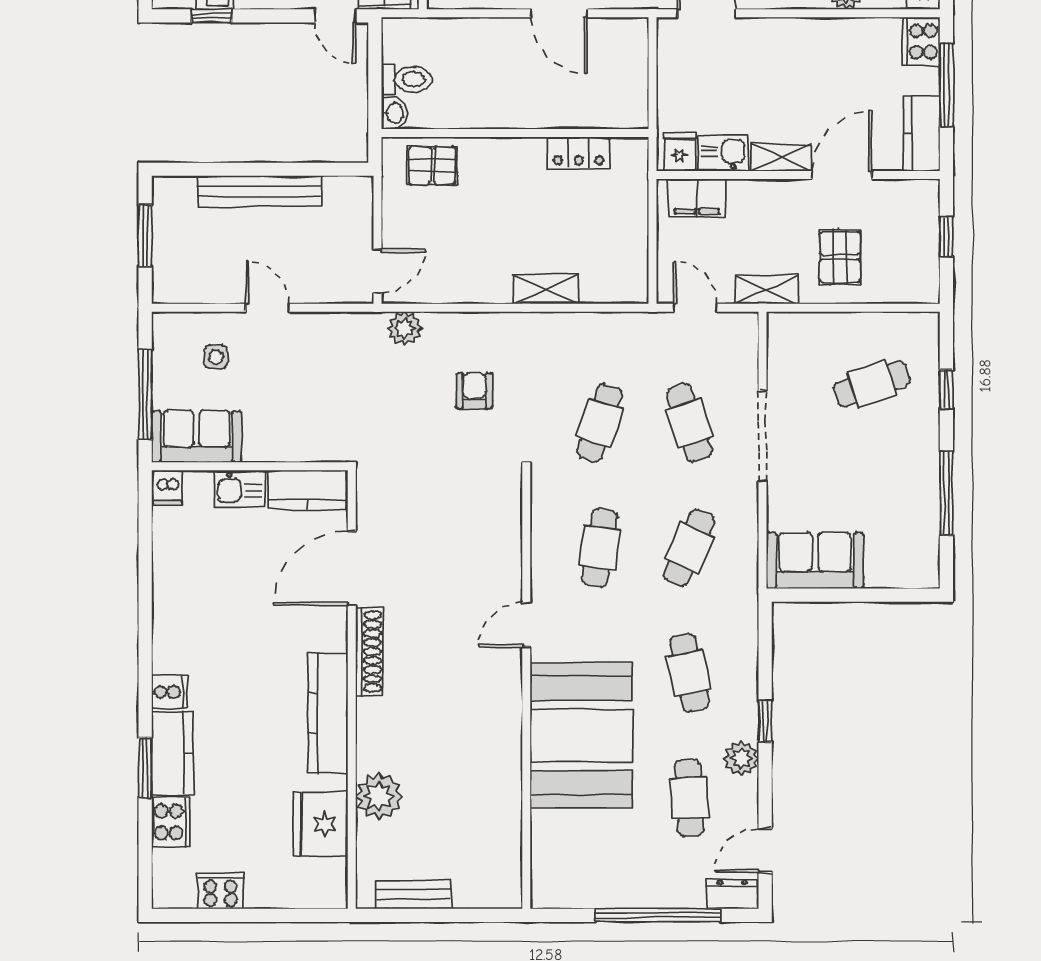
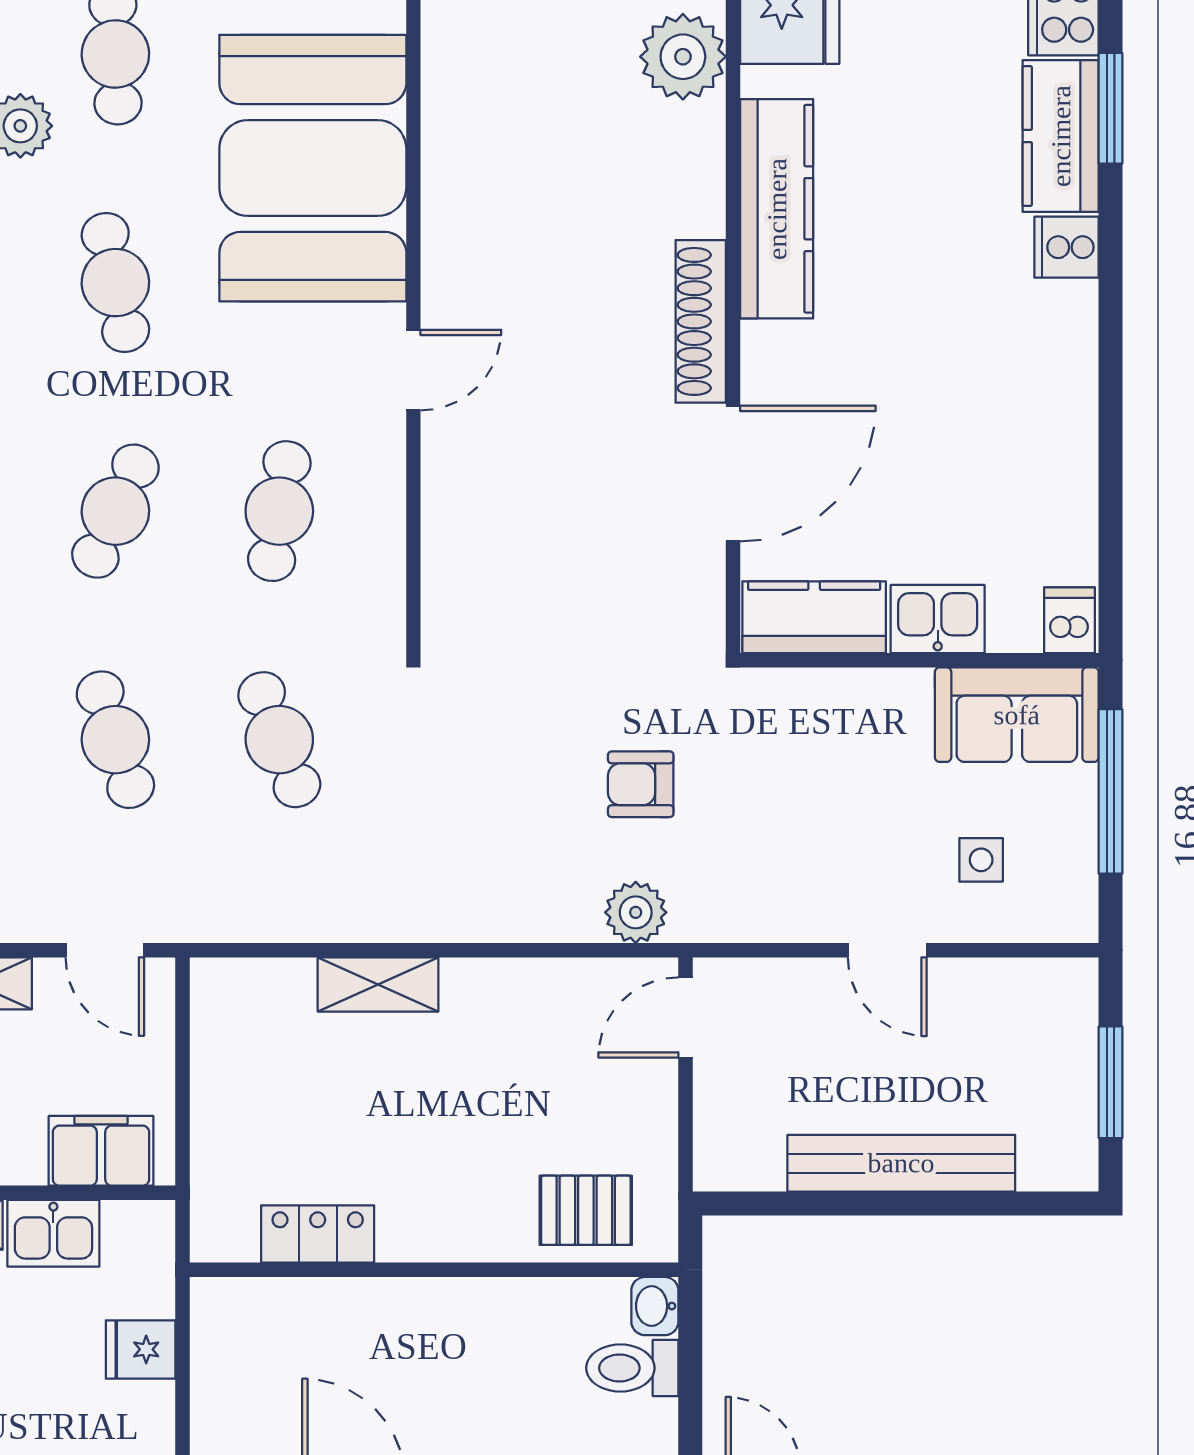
fridge: (679, 152) -> (141, 1349), moved, turned 90
armchair: (474, 391) -> (641, 784), moved, turned 90
cafe table: (600, 423) -> (279, 740), turned -39

